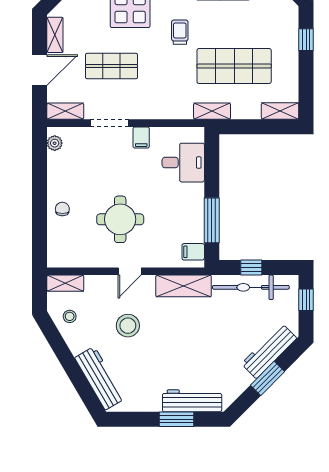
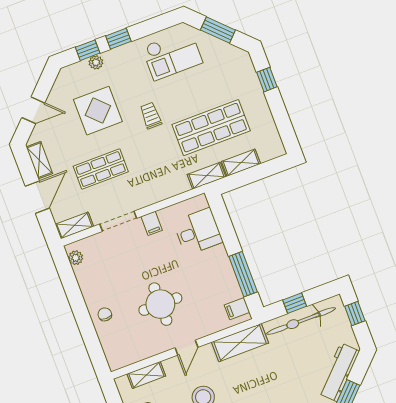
shelving: (280, 111) -> (241, 163), moved
shelving: (65, 283) -> (146, 375), moved

